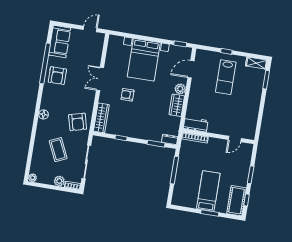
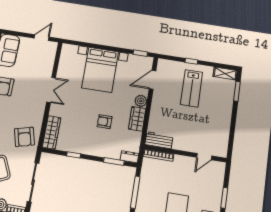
double door: (100, 79) -> (51, 90), swing flipped
armchair: (127, 95) -> (105, 122), moved

